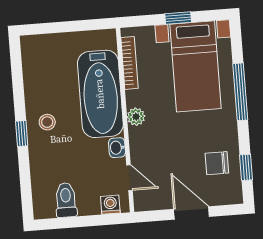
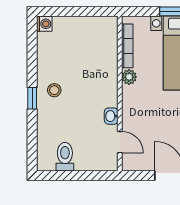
bathtub: (100, 94) -> (101, 70), removed
plant: (136, 117) -> (129, 77), moved
washing machine: (110, 205) -> (44, 24), moved, turned 90

